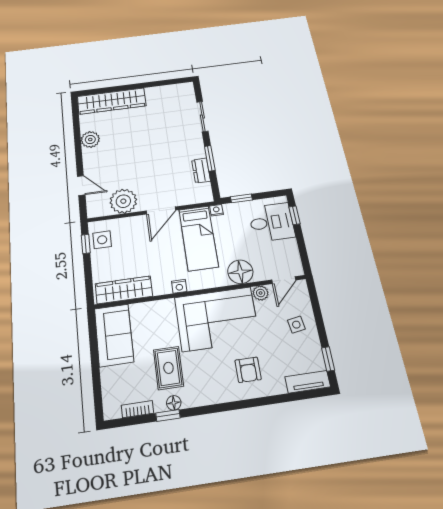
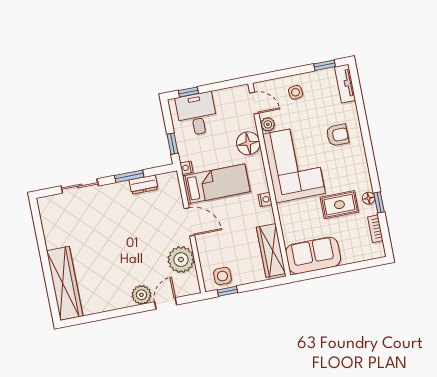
plant: (90, 140) -> (141, 295), moved

